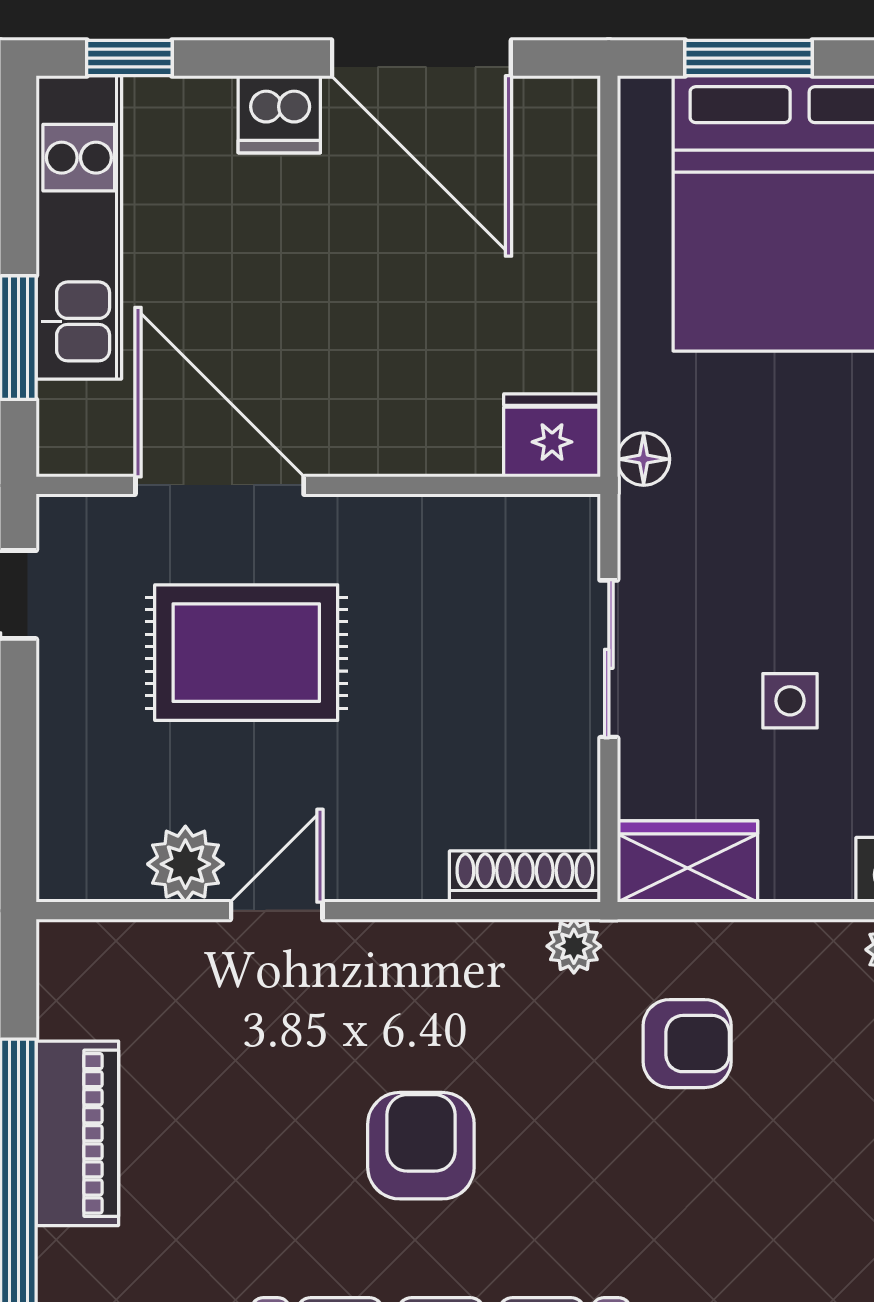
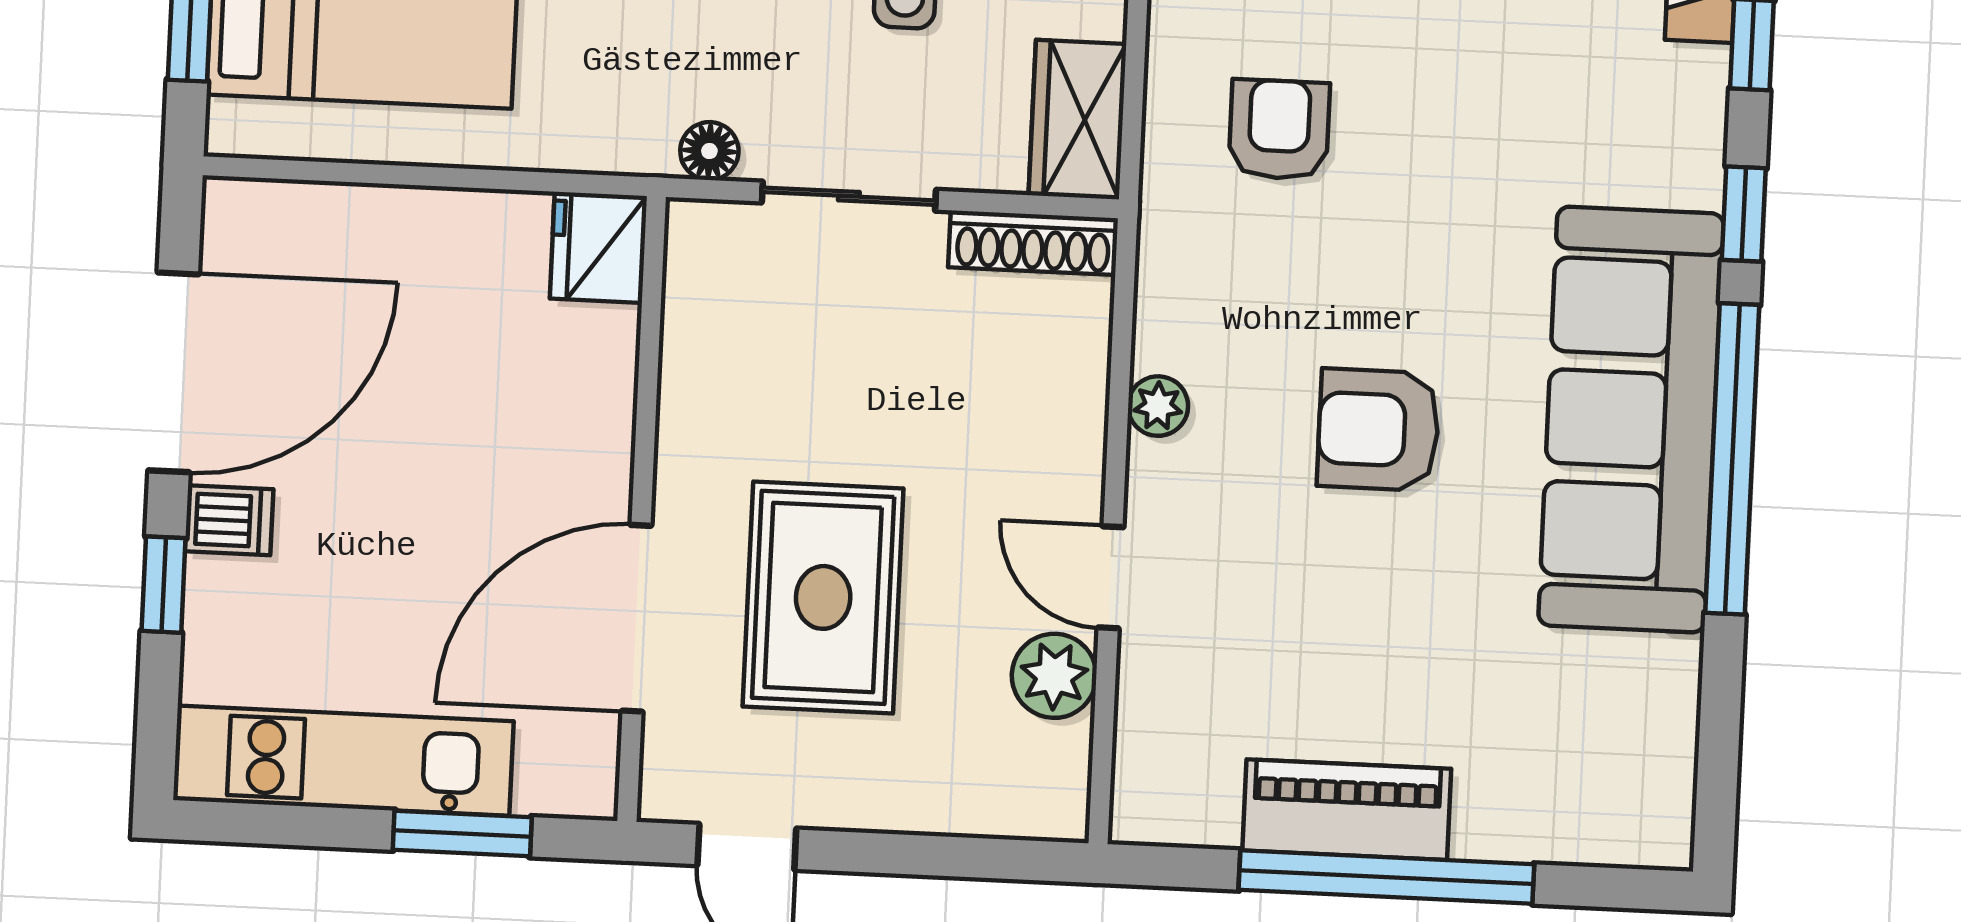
window: (129, 58) -> (164, 585), moved
dishwasher: (279, 114) -> (229, 520), width x0.73
floor lamp: (644, 459) -> (709, 151), moved
shoe rack: (525, 877) -> (1033, 243), moved, turned -90
plant: (574, 946) -> (1158, 406), moved

